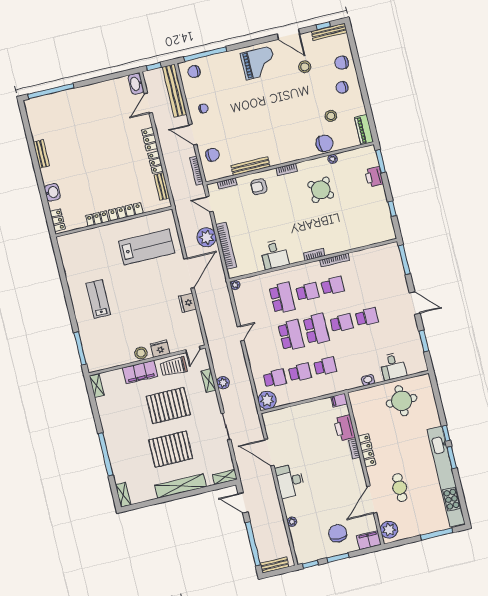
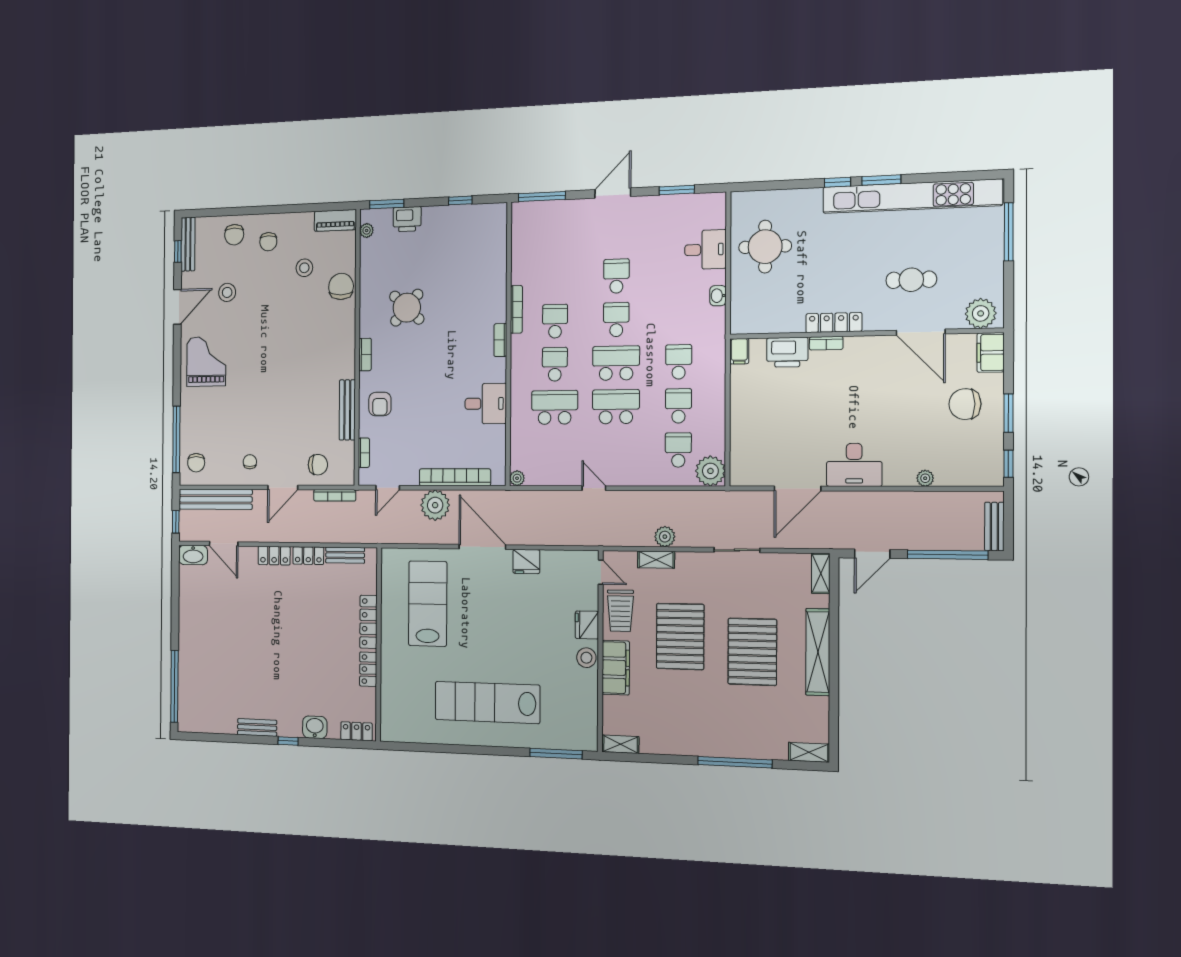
chair: (213, 155) -> (318, 465), turned 90
plant: (333, 159) -> (367, 230), moved
window: (39, 177) -> (288, 741), added
lab bench: (98, 299) -> (487, 702), width x1.86, depth x1.39

